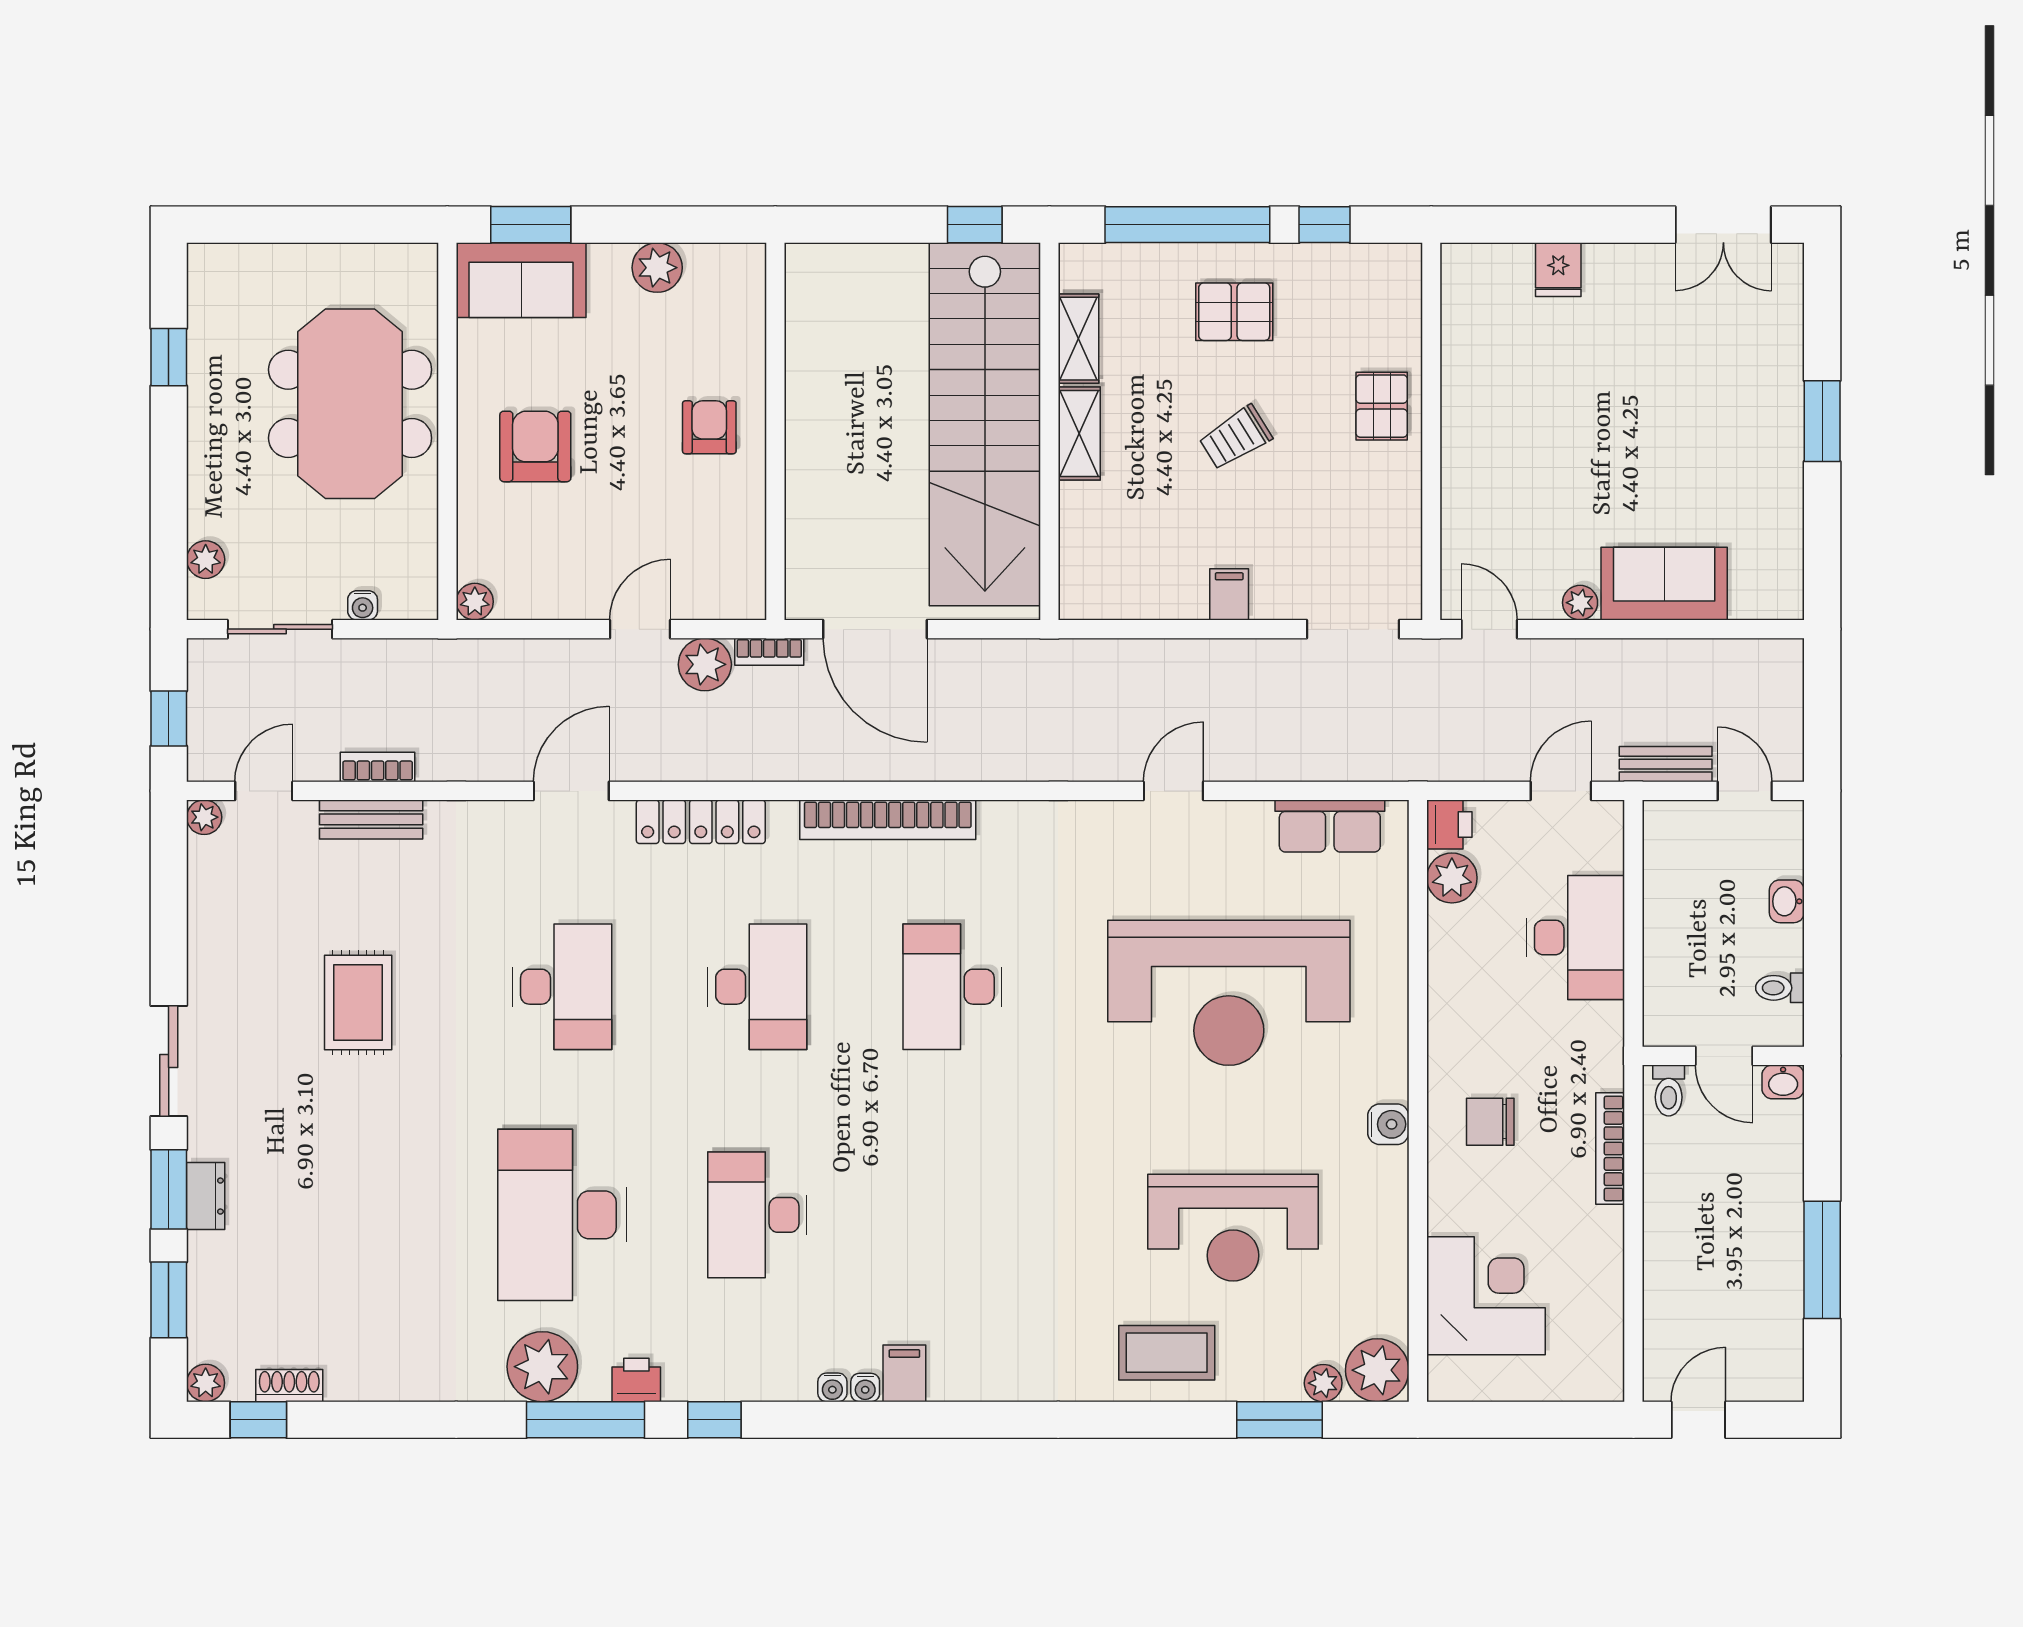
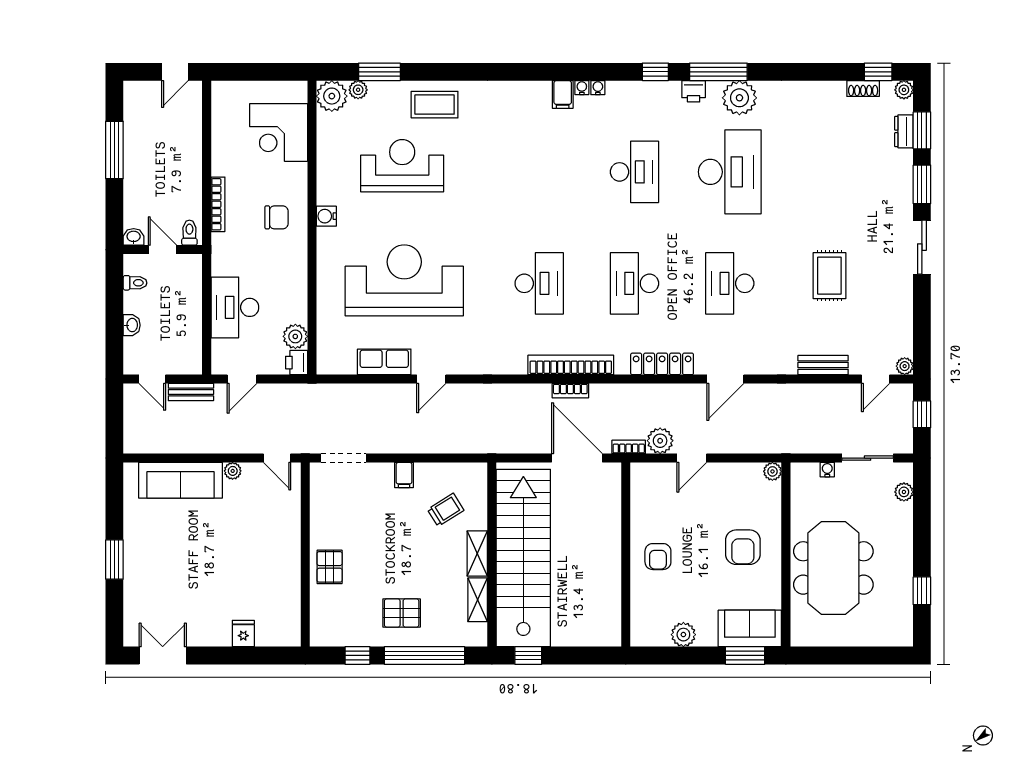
trolley: (1236, 438) -> (446, 510), moved
sofa: (1664, 584) -> (181, 480), width x1.36
bookcase: (378, 767) -> (570, 391), moved
row of seats: (1330, 826) -> (384, 362), moved
dresser: (206, 1196) -> (904, 131), moved

